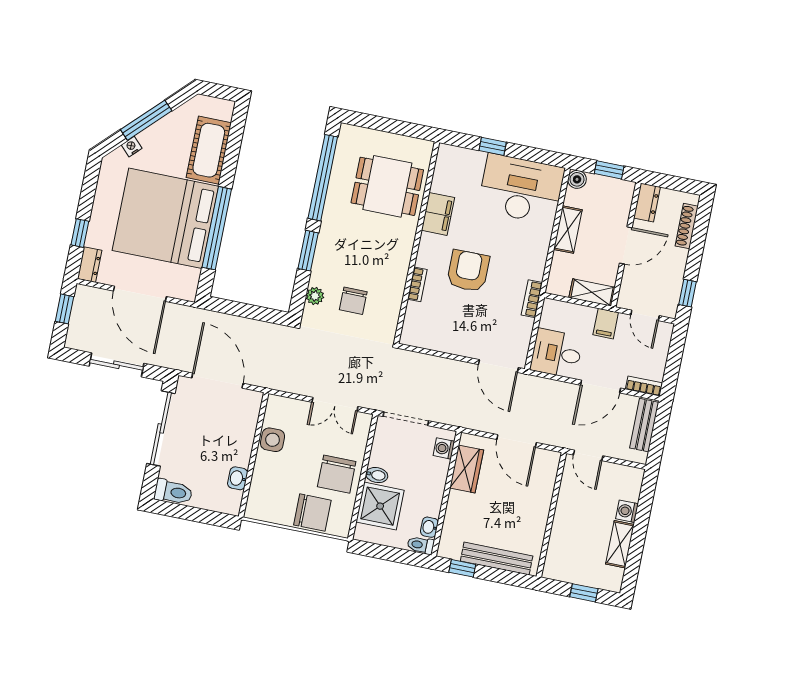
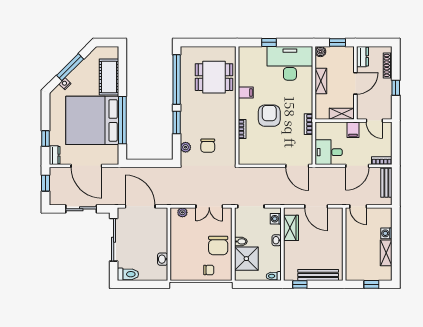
filing cabinet: (438, 214) -> (246, 92), width x0.50
window: (687, 293) -> (396, 88), moved
plant: (287, 406) -> (182, 212), added
side table: (273, 440) -> (178, 233), removed
chair: (312, 513) -> (209, 270), width x0.54, depth x0.54
washbasin: (429, 527) -> (277, 240), moved

